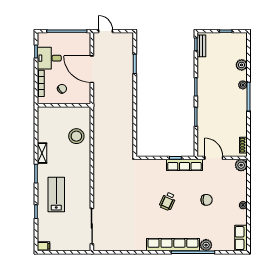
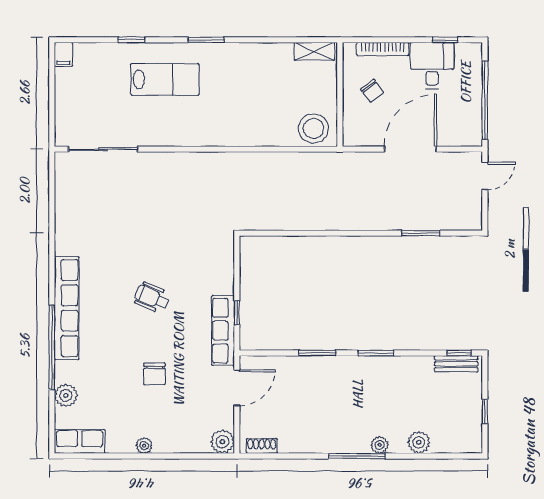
stool: (76, 136) -> (313, 128), moved
shelving: (42, 153) -> (314, 51), moved
plant: (206, 245) -> (66, 395), moved

